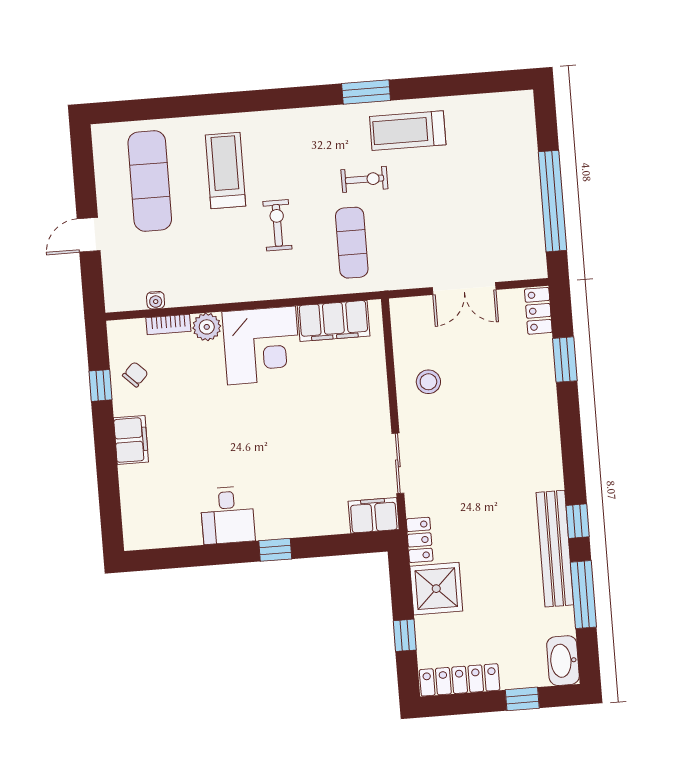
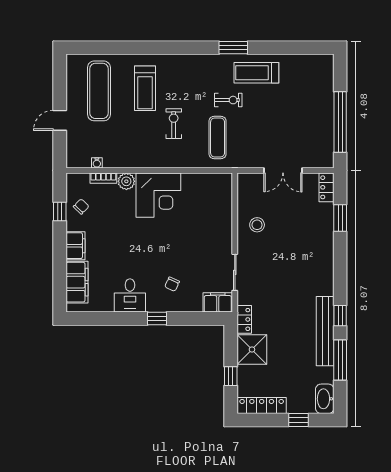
treadmill: (225, 171) -> (145, 88), turned 180
filing cabinet: (334, 321) -> (77, 282), moved, turned -90
chair: (296, 491) -> (172, 284), added

